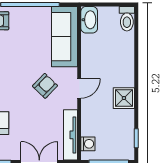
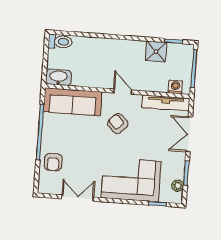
shower: (124, 98) -> (156, 52), moved

